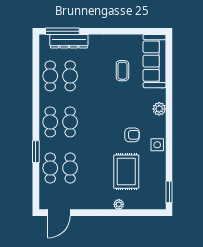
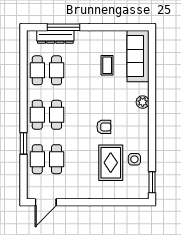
window: (62, 31) -> (64, 27), moved
armchair: (132, 135) -> (104, 127), moved
side table: (157, 145) -> (134, 159), moved
plant: (119, 204) -> (104, 194), removed

